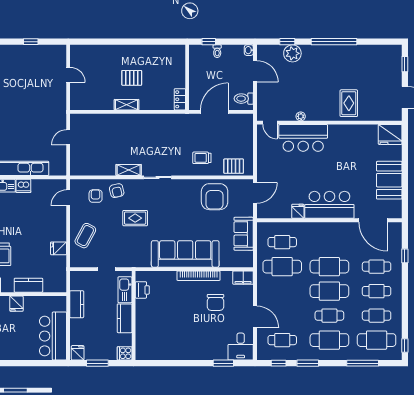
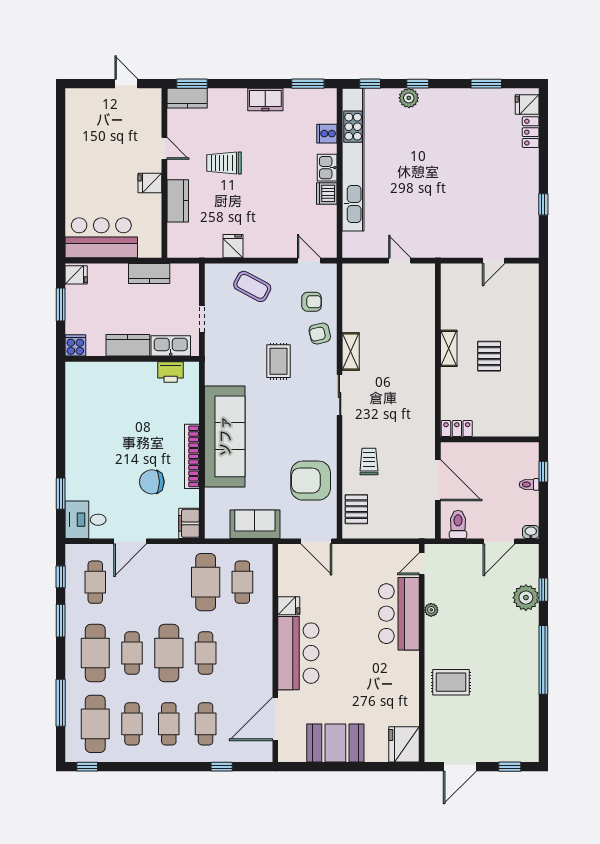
cafe table: (329, 267) -> (206, 653), width x0.73, depth x0.74

